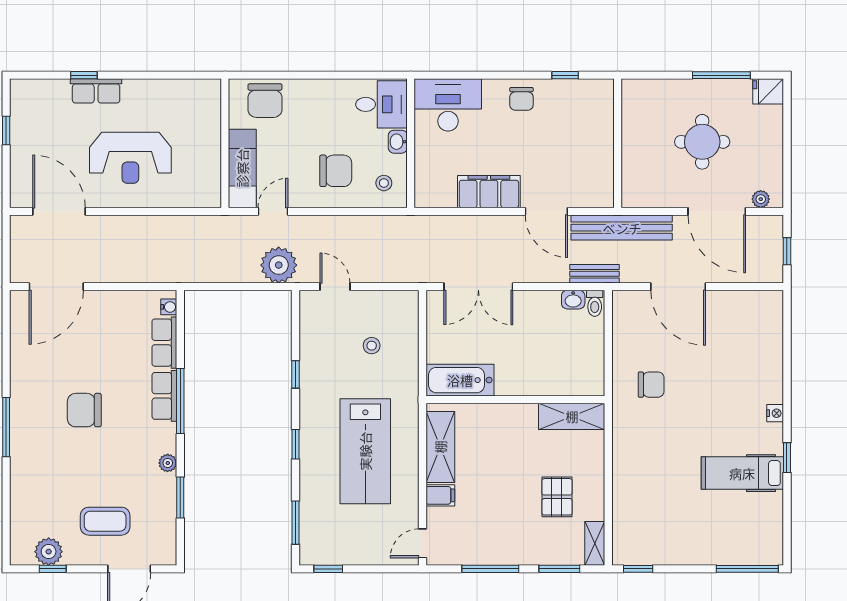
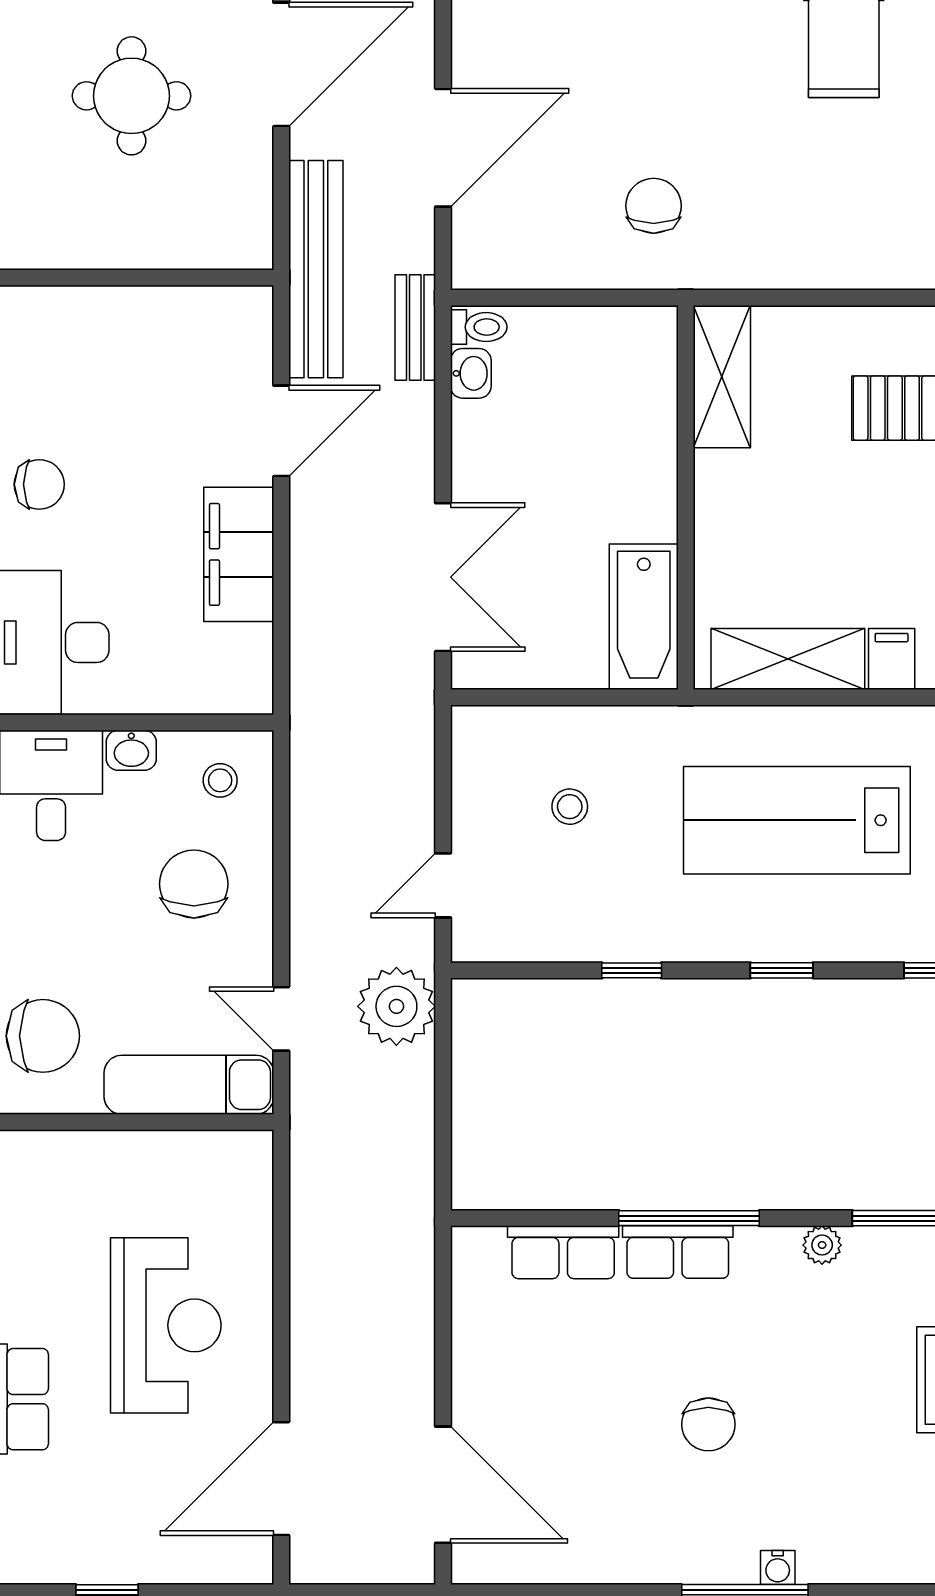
water cooler: (169, 307) -> (778, 1568), moved, turned 180
chair: (84, 410) -> (708, 1424), width x0.73, depth x0.73
lab bench: (365, 451) -> (797, 820), turned 180

